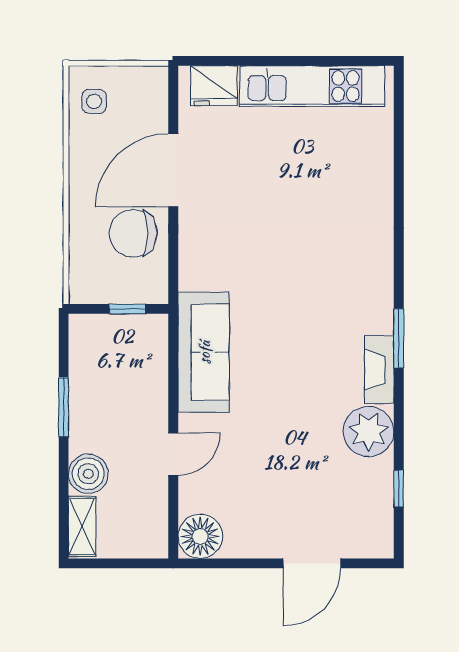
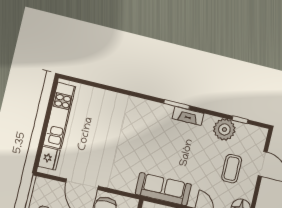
plant: (369, 431) -> (224, 129), moved
coffee table: (285, 495) -> (232, 169), added

